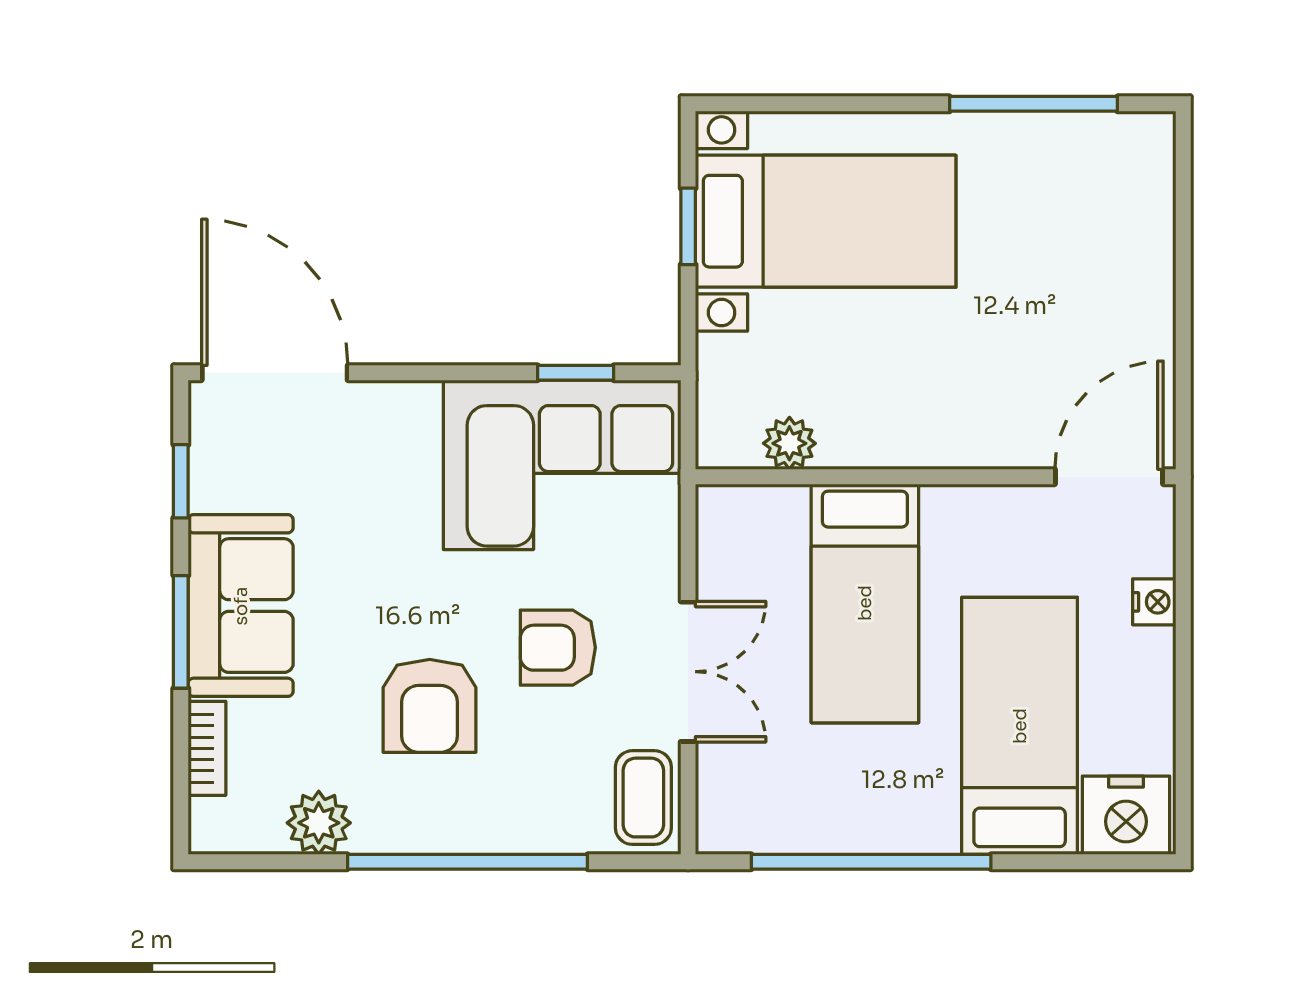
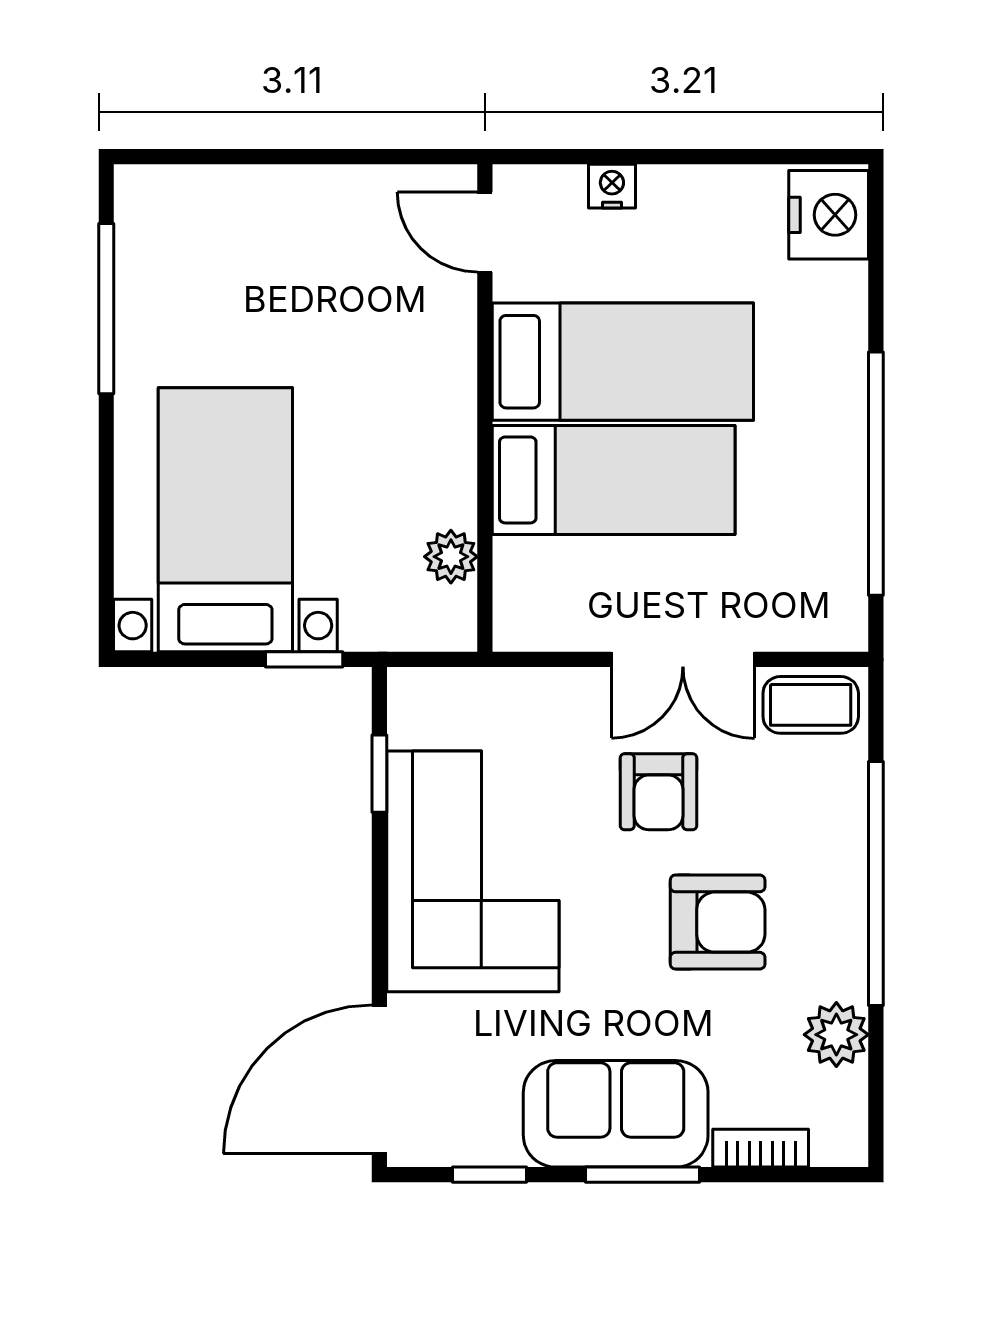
window: (688, 226) -> (304, 659), moved
corner sofa: (562, 465) -> (473, 871), moved
door: (1109, 477) -> (485, 232), width x0.73
double door: (688, 672) -> (683, 659), swing flipped
bed: (1020, 726) -> (623, 362), moved, turned 180

